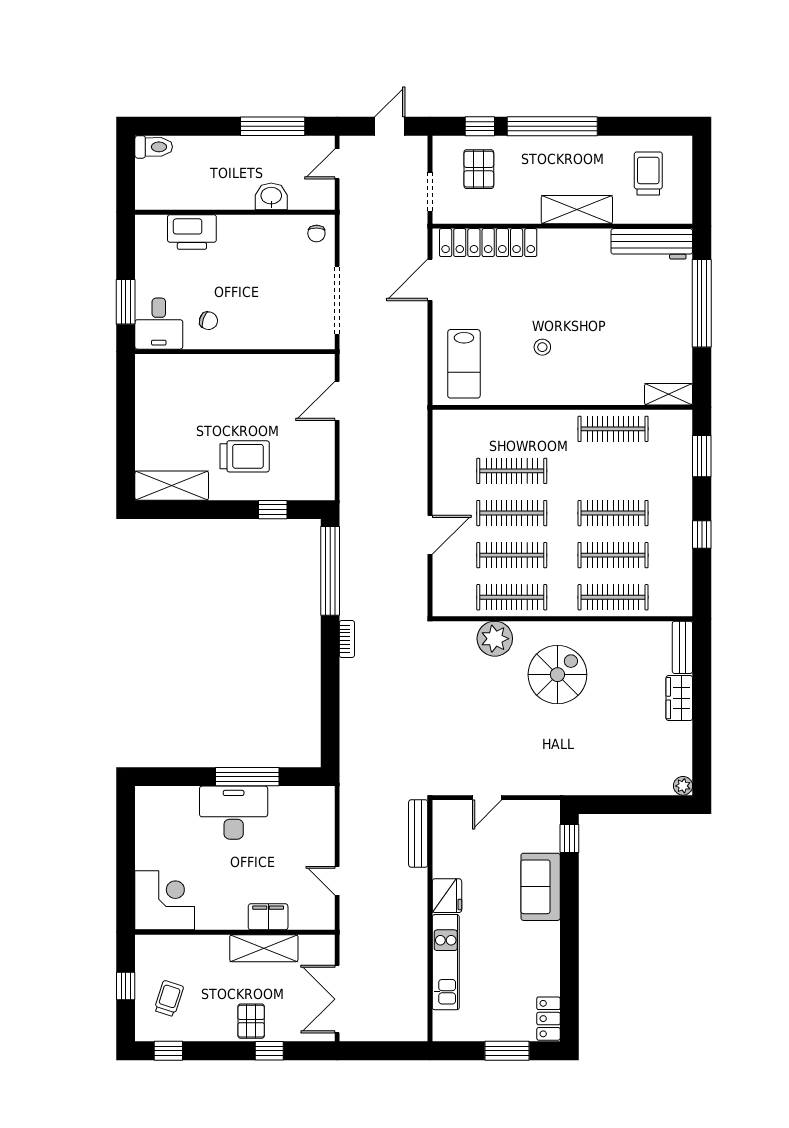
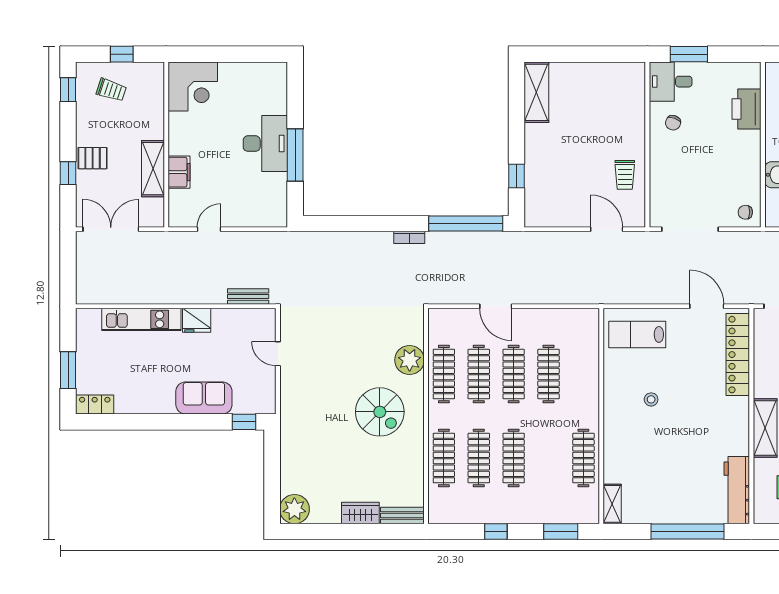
trolley: (245, 456) -> (625, 175), moved, width x0.73, depth x0.72
plant: (683, 786) -> (294, 509), width x1.88, depth x1.88
bench: (418, 834) -> (248, 297), width x0.73

